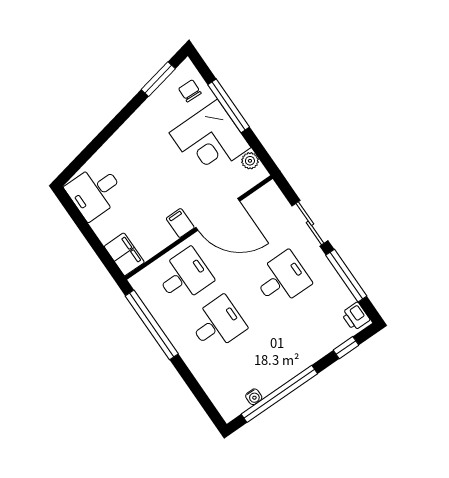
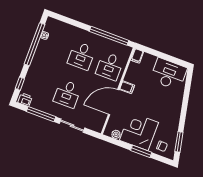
window: (229, 106) -> (141, 151), width x0.69
desk: (95, 192) -> (168, 74), width x1.37
filing cabinet: (124, 254) -> (137, 56), width x0.50

